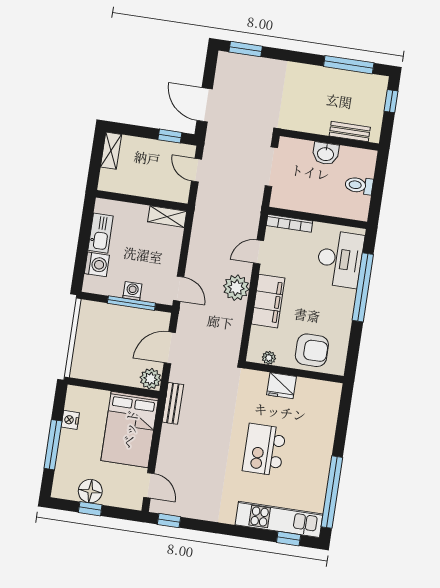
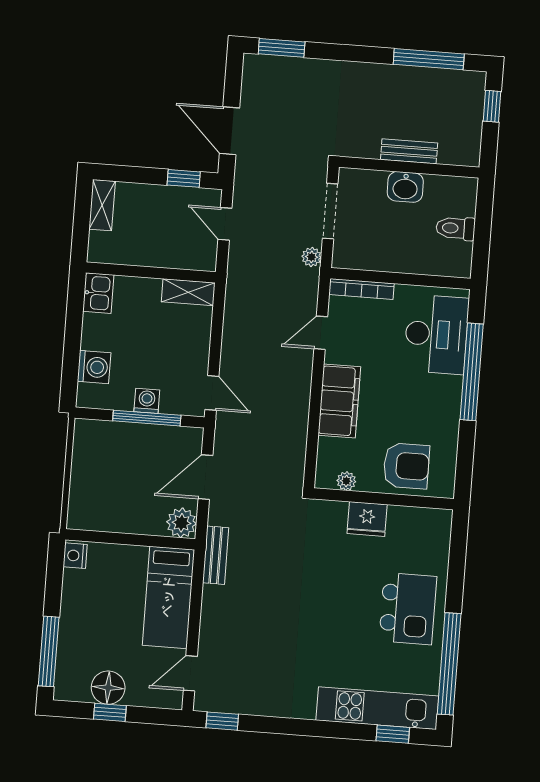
bench: (350, 132) -> (409, 151), moved
kitchen sink: (101, 233) -> (98, 293), moved, width x0.73
plant: (236, 288) -> (312, 257), moved, width x0.53, depth x0.53
nightstand: (70, 420) -> (75, 556), moved
bed: (130, 429) -> (168, 597), width x0.67
window: (53, 445) -> (49, 651), moved
kitchen island: (264, 450) -> (408, 609), moved, turned 180
door: (149, 485) -> (190, 673), swing flipped

